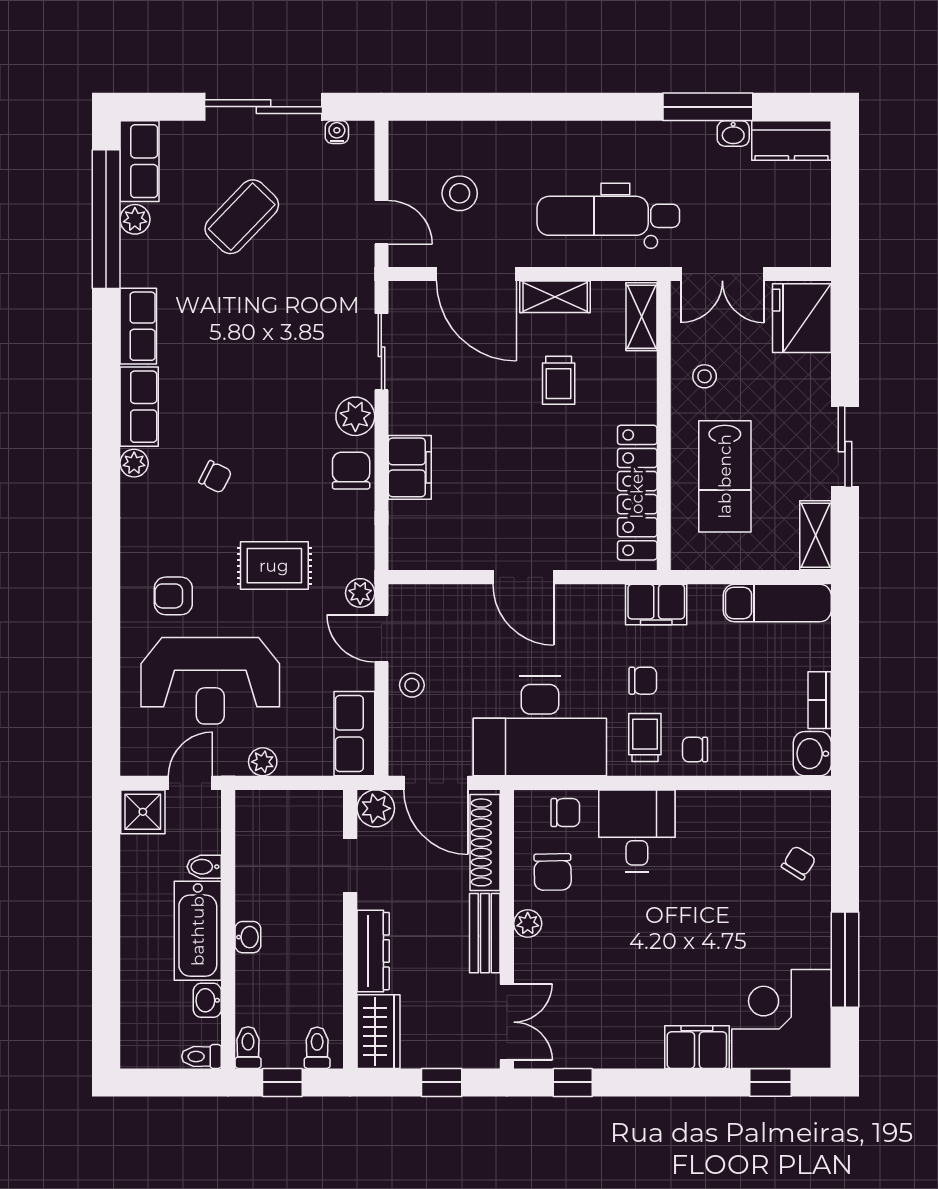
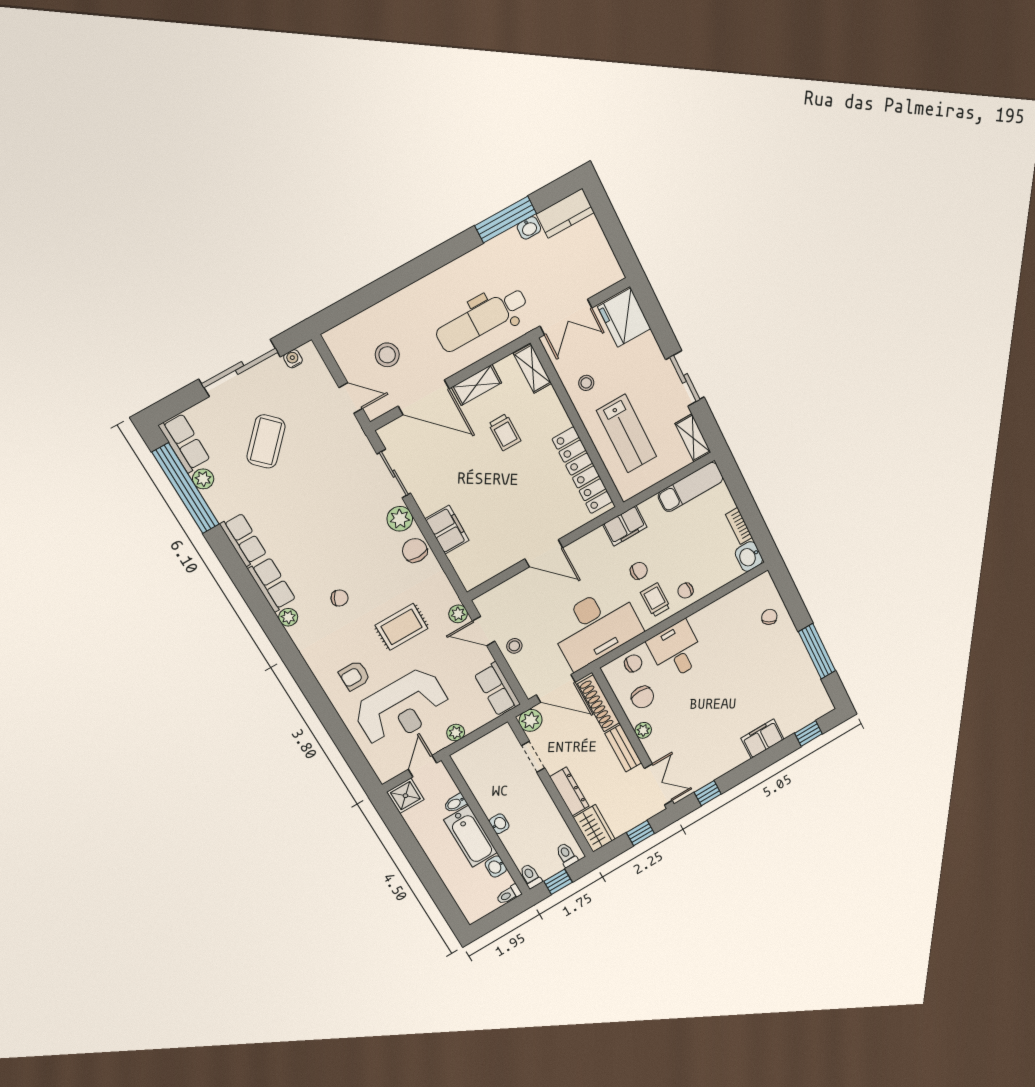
corner desk: (781, 1019) -> (799, 700), removed

